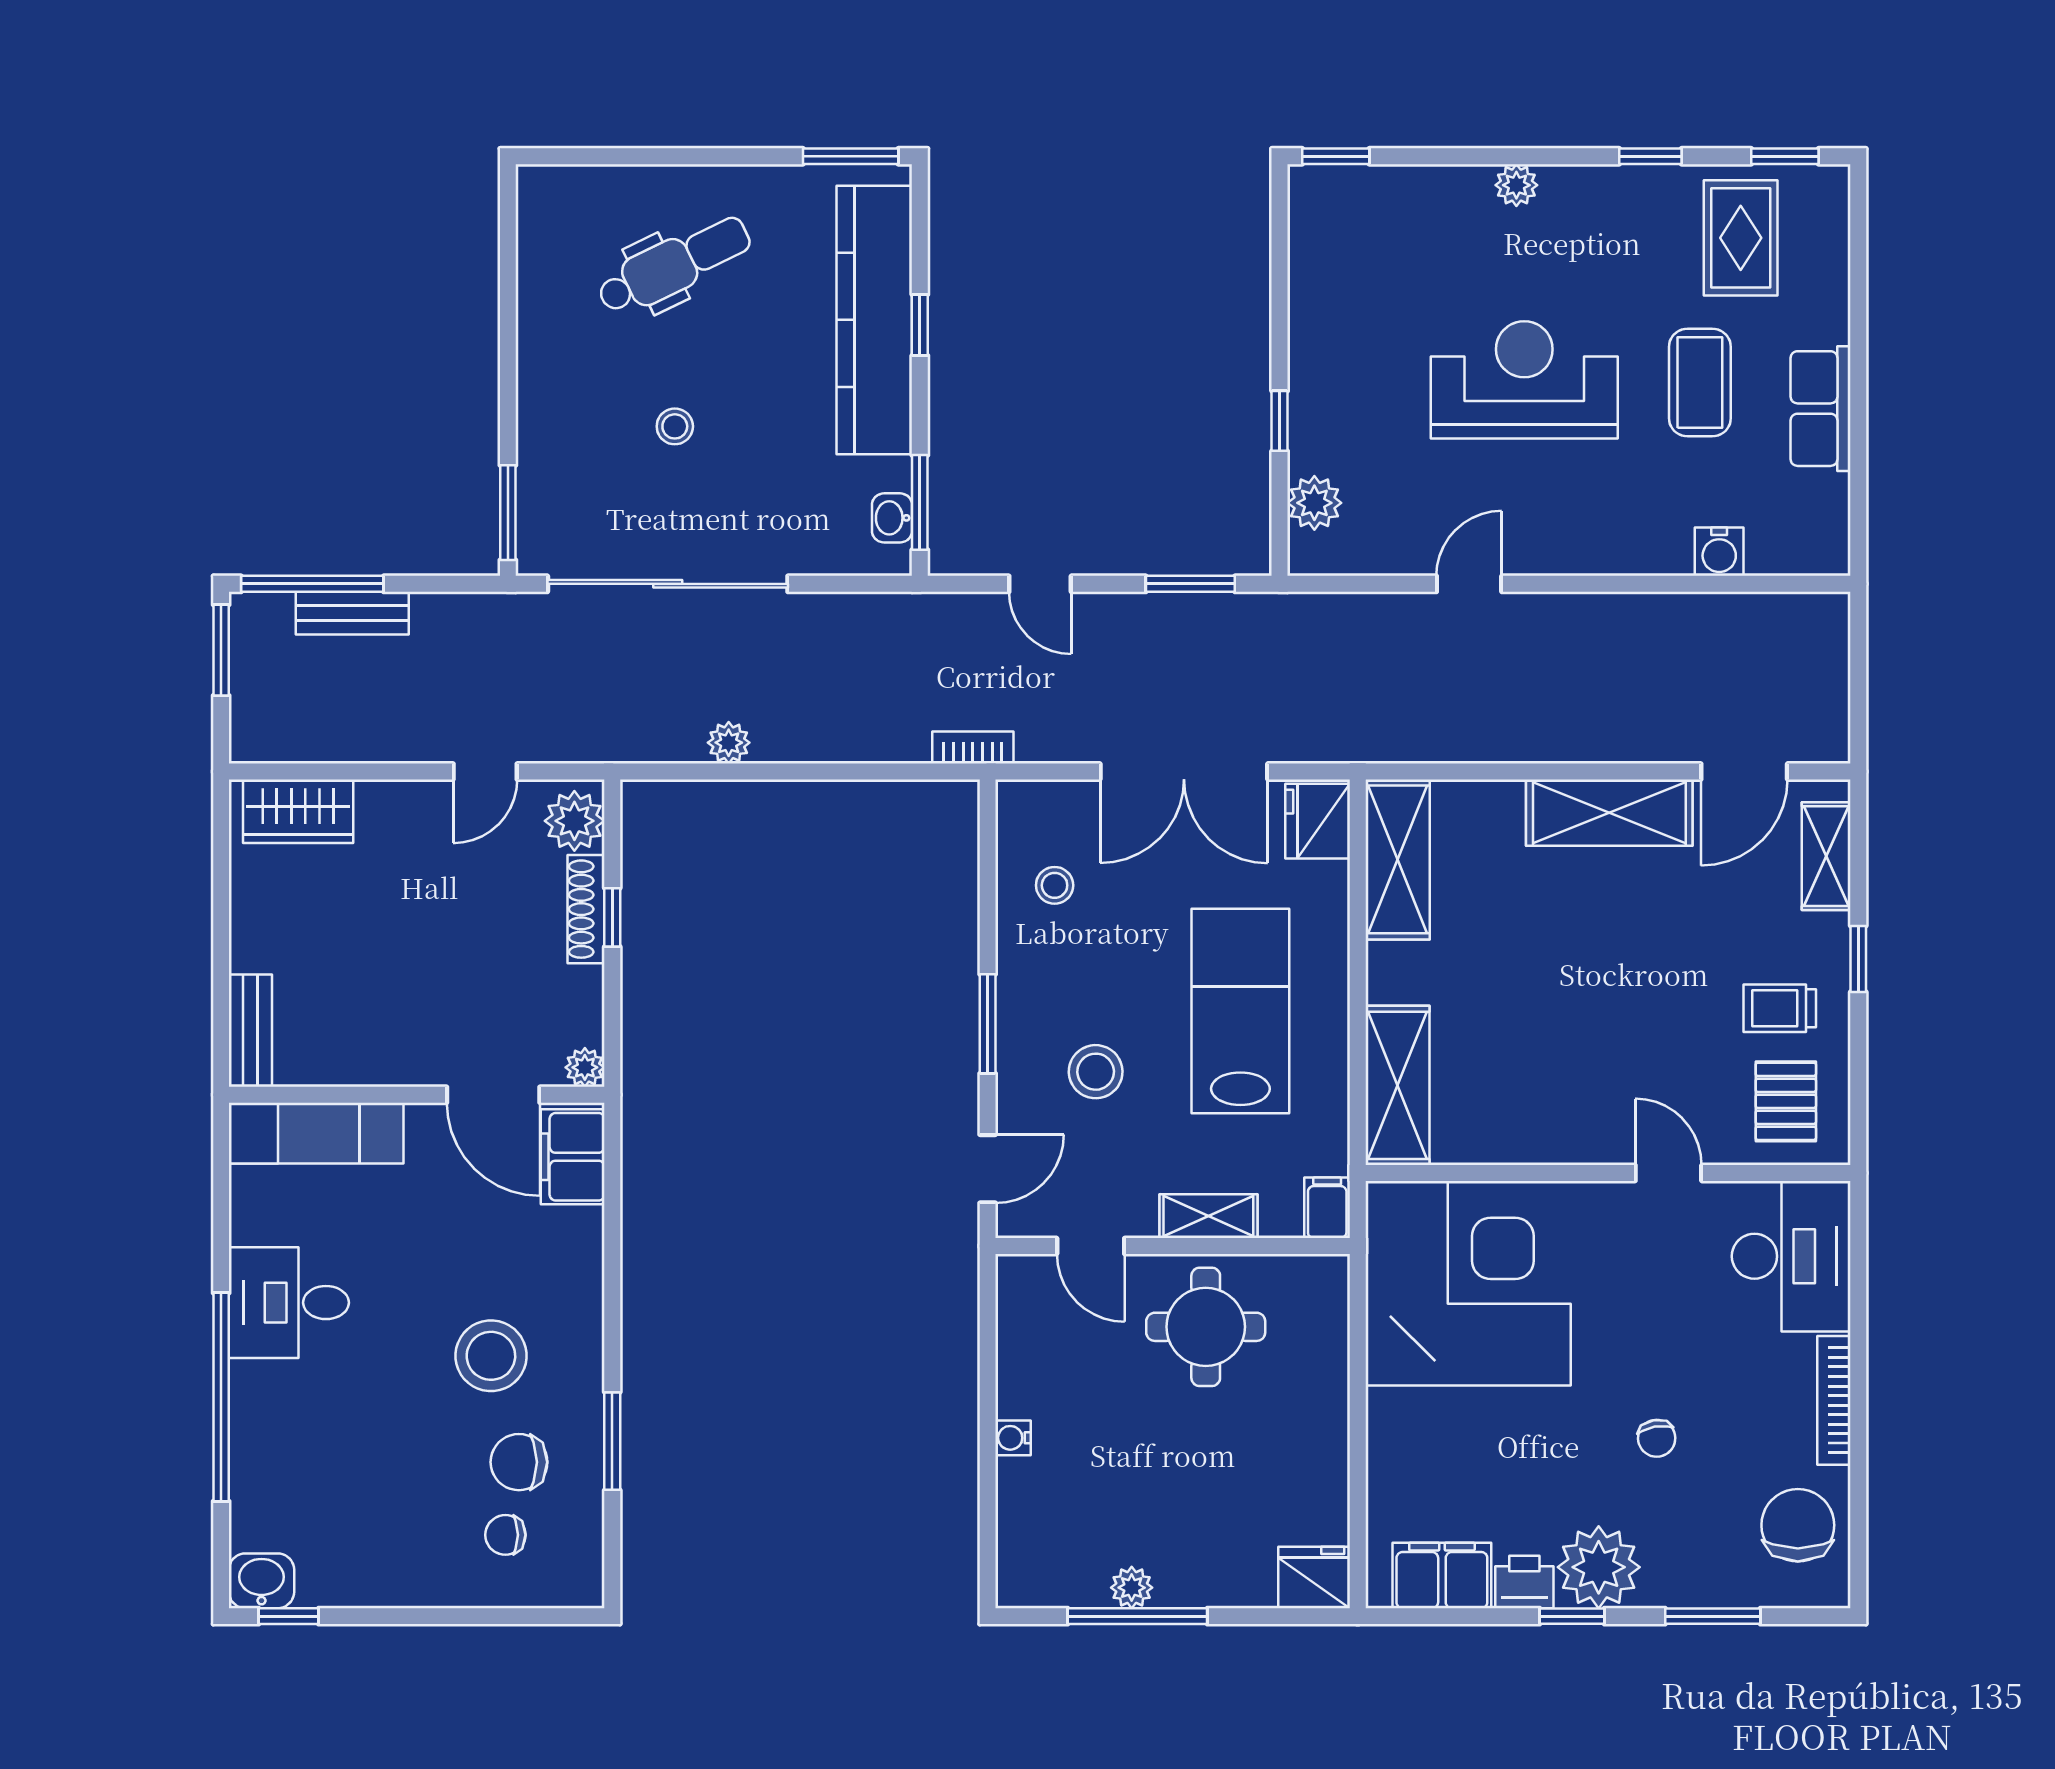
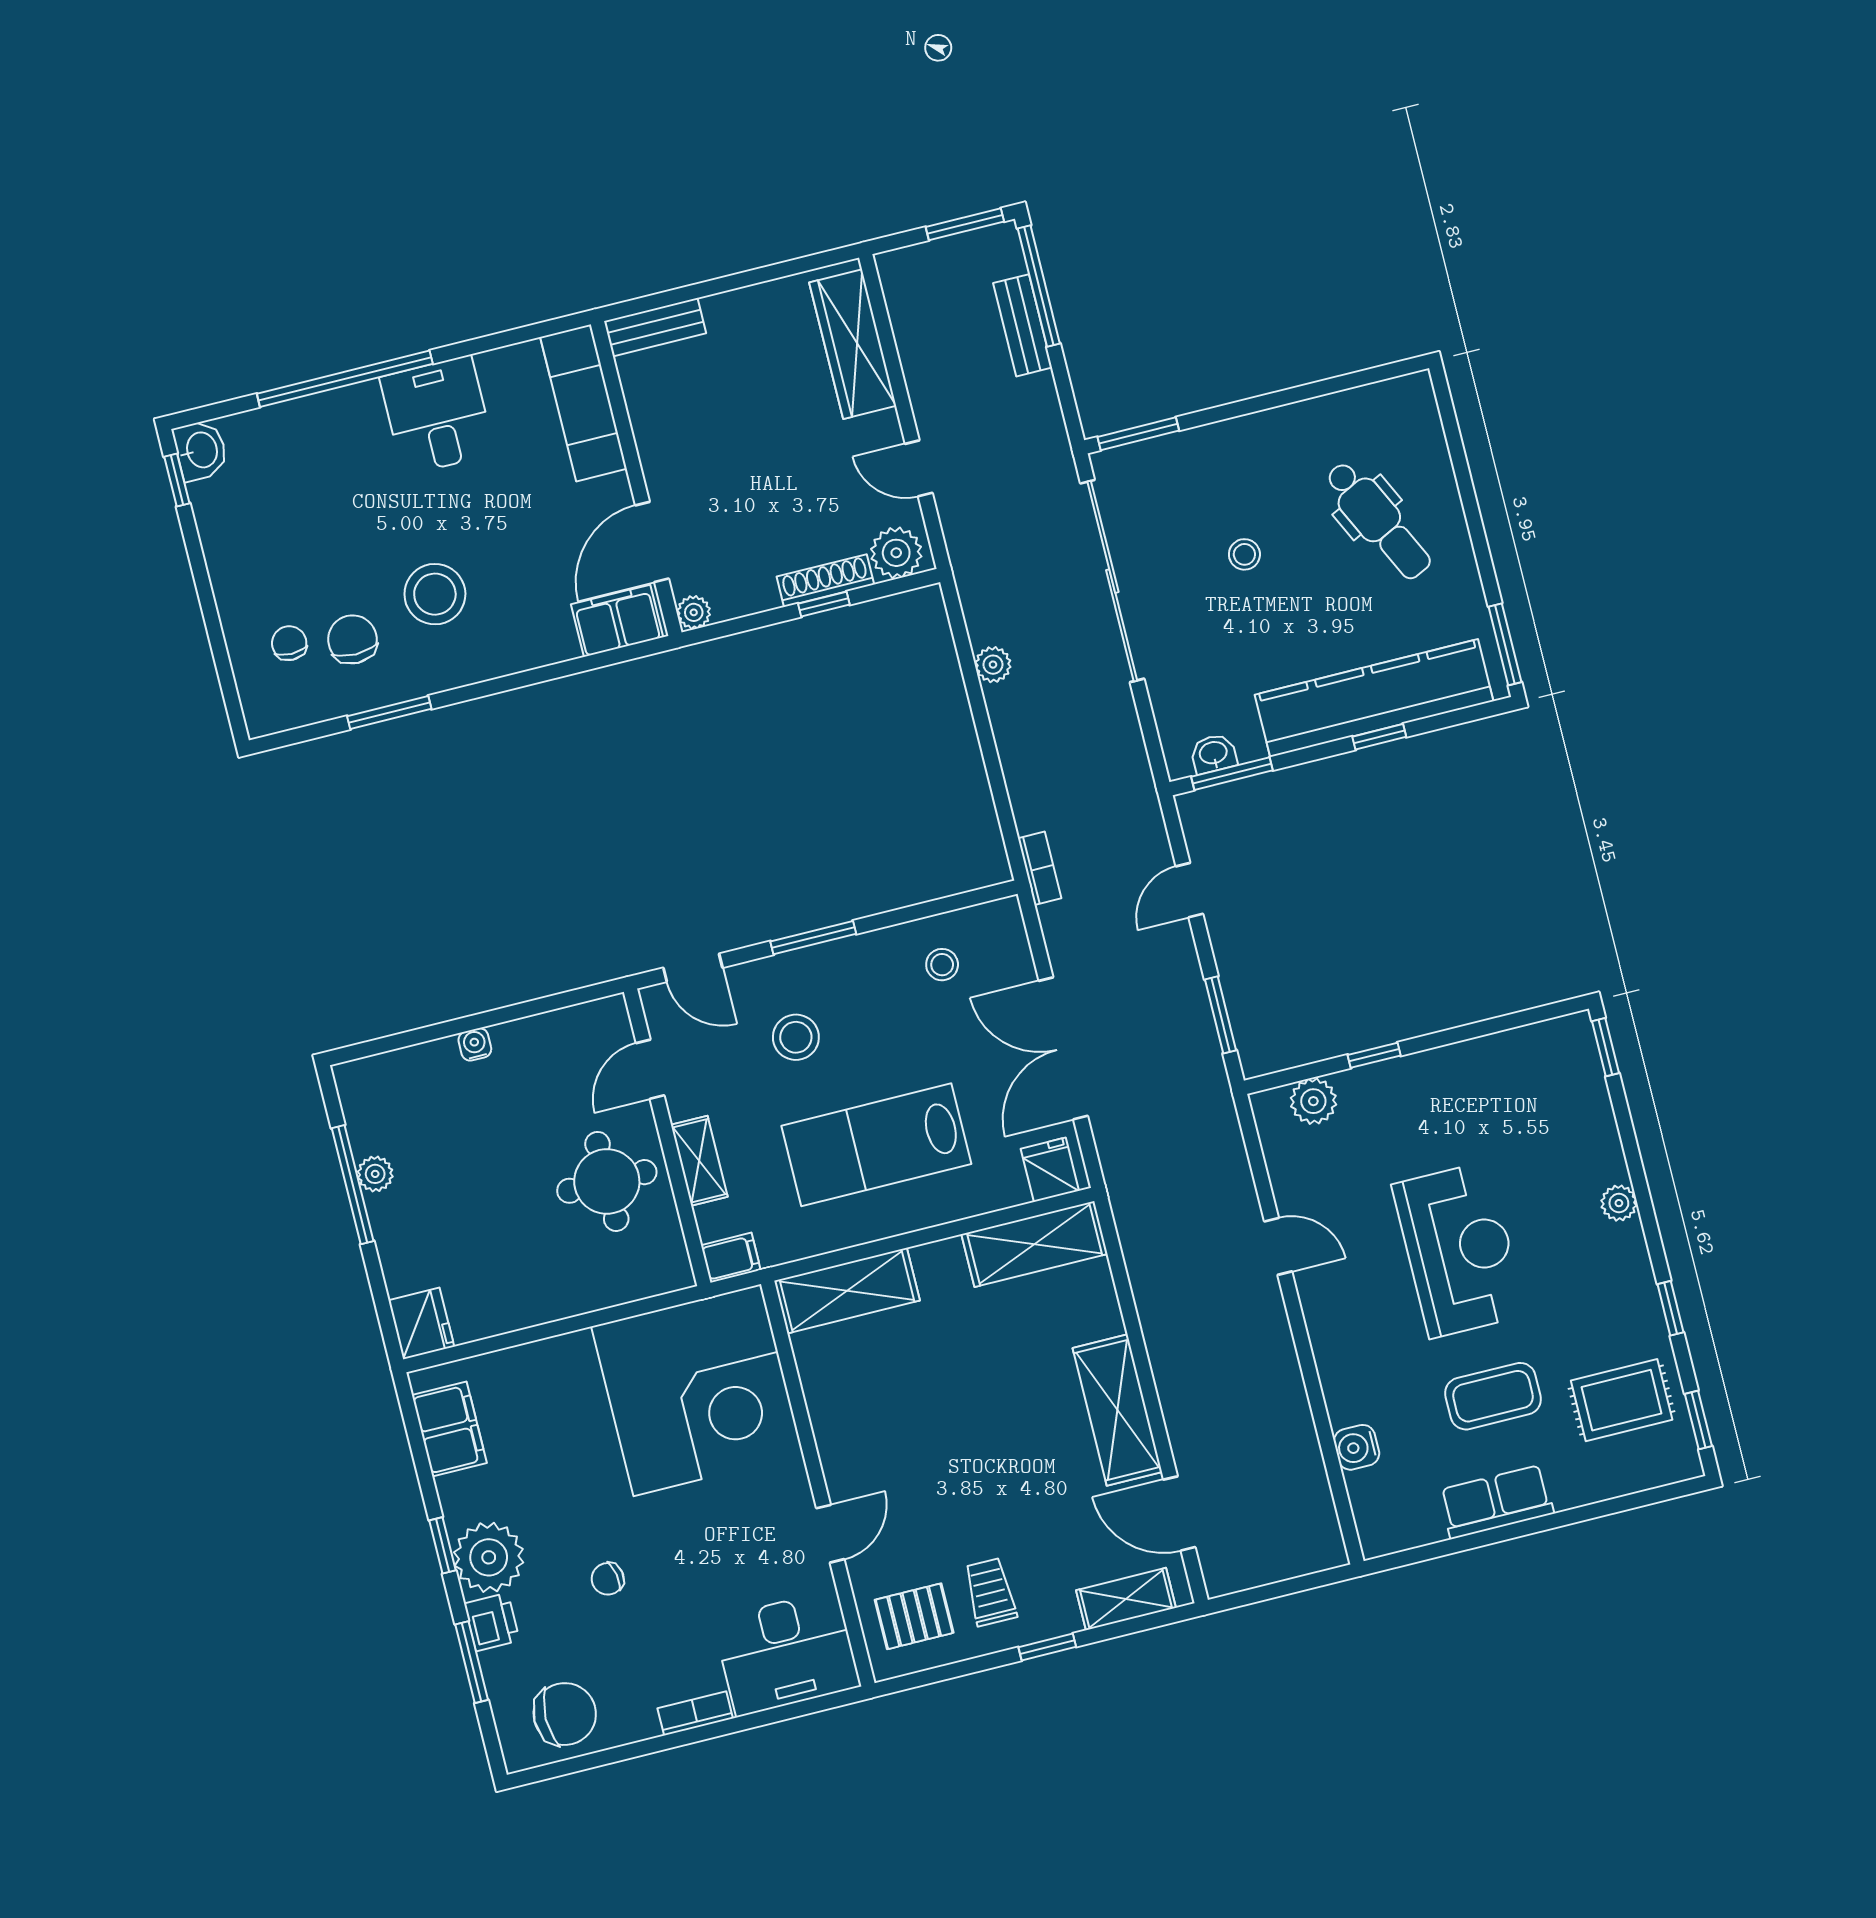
wardrobe: (298, 811) -> (853, 344), width x1.50
fridge: (1318, 821) -> (1050, 1170), width x0.72
lab bench: (1240, 1011) -> (876, 1145), turned 180
bookcase: (1834, 1400) -> (695, 1713), width x0.64
printer: (1524, 1582) -> (492, 1622), moved

